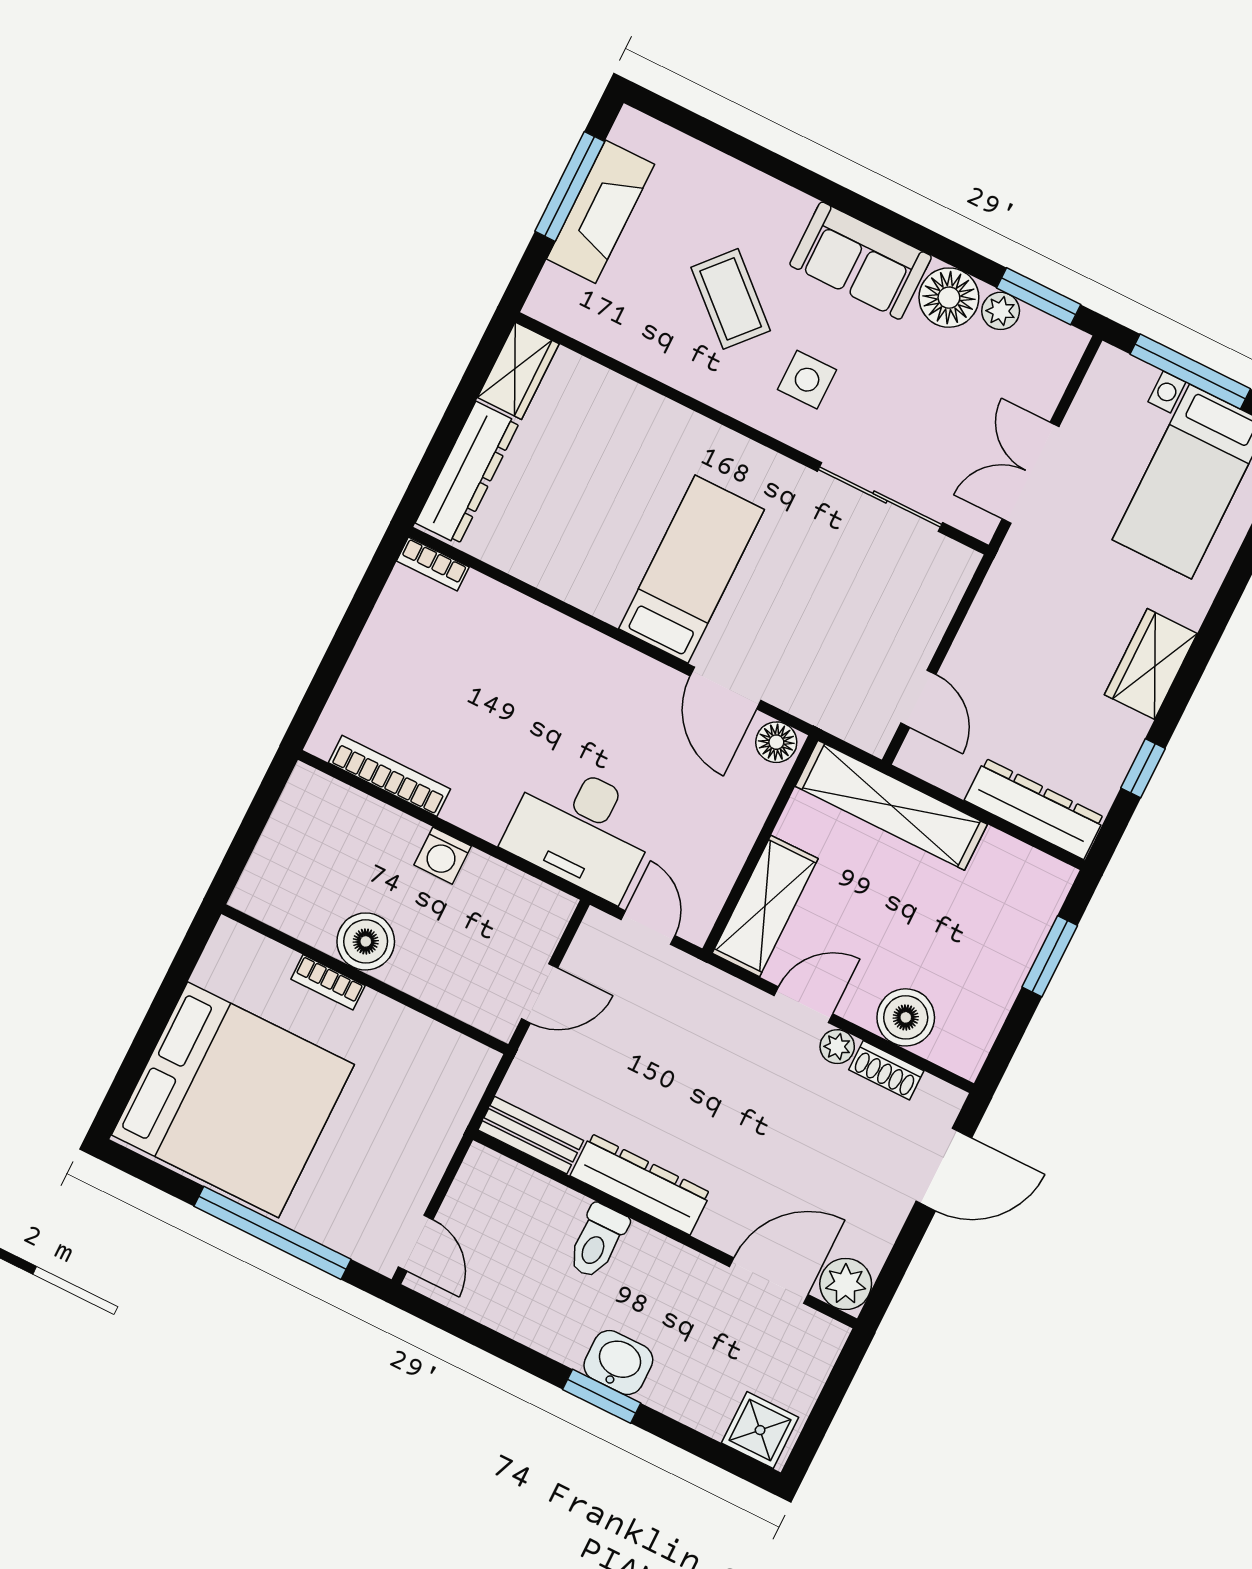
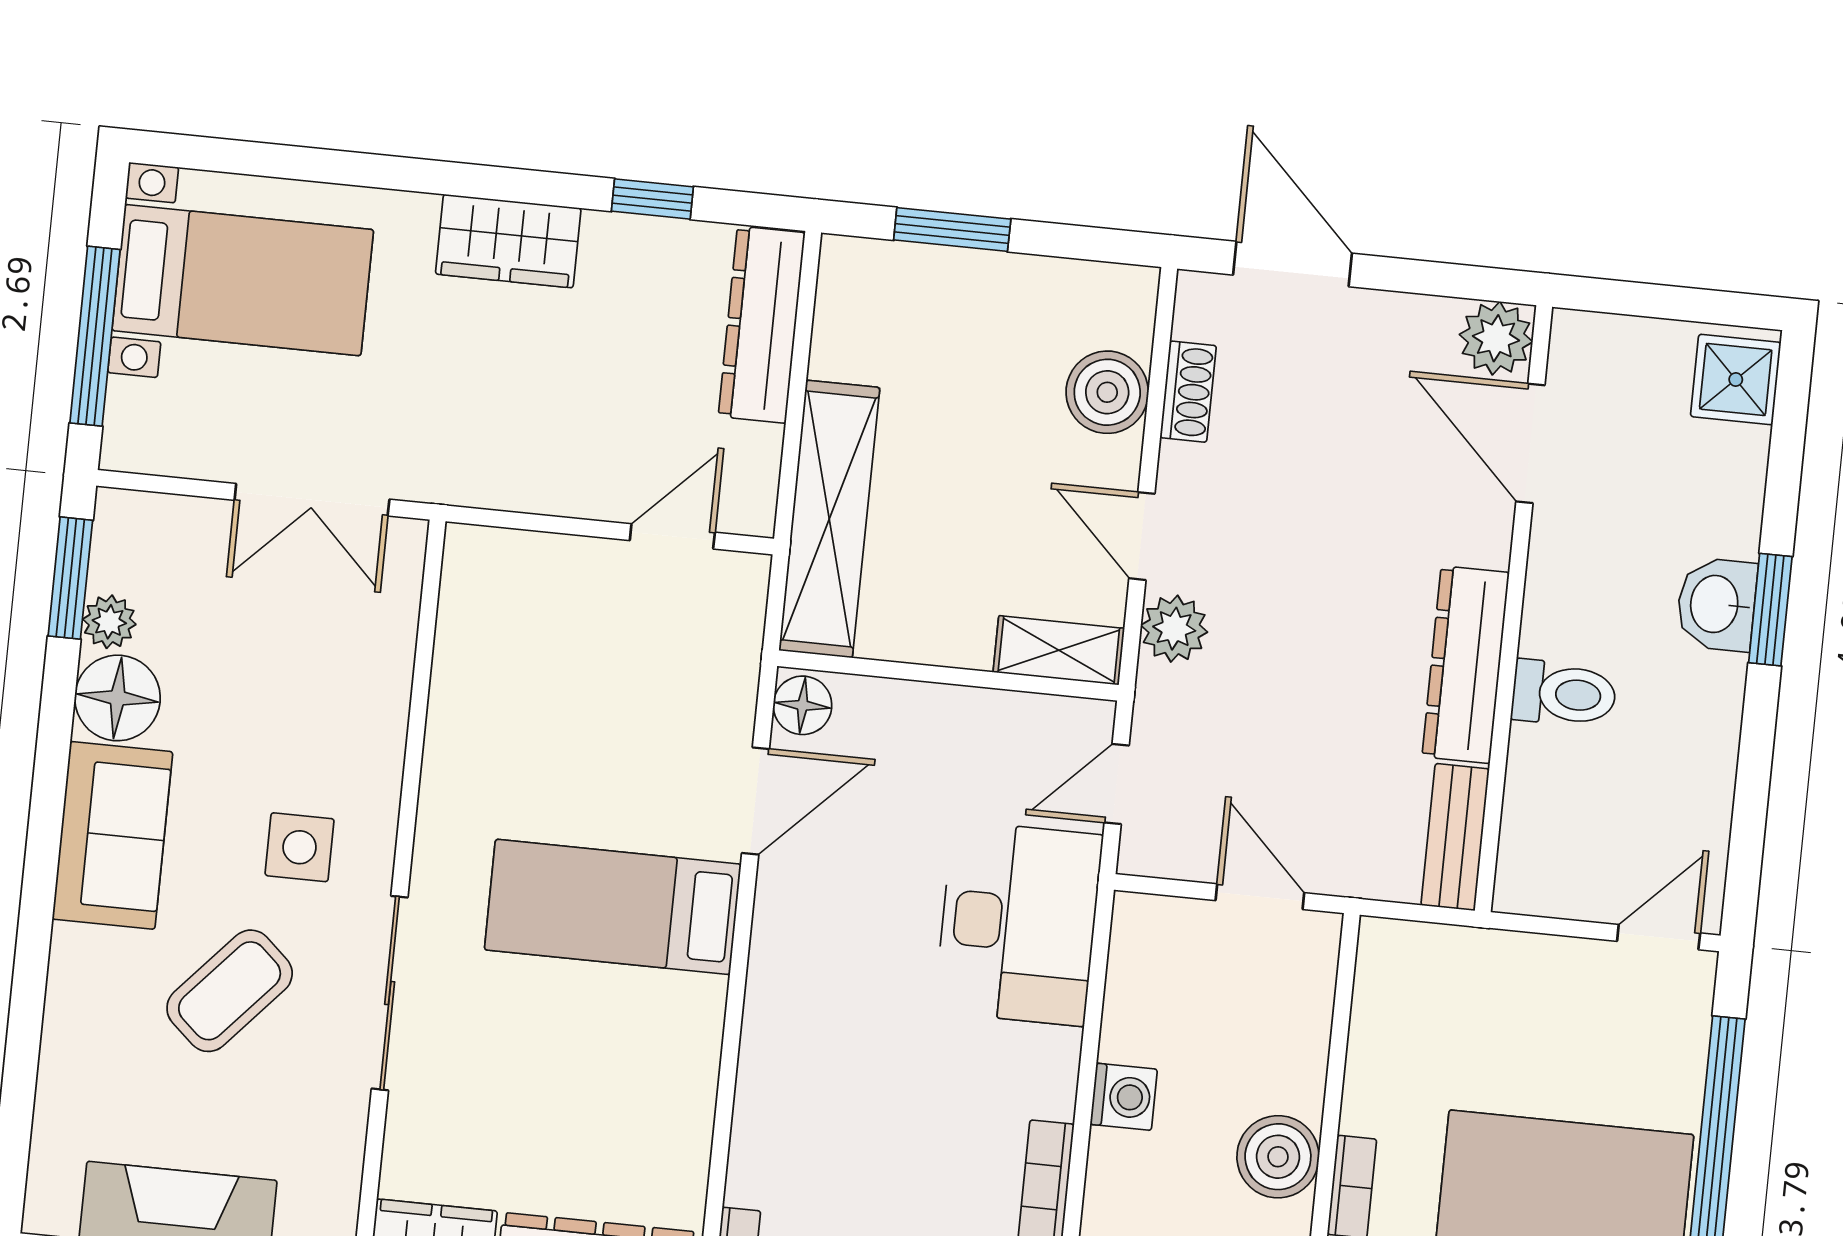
sliding door: (880, 497) -> (390, 993), moved
shelving: (765, 906) -> (1059, 650), width x0.67, depth x0.75
plant: (837, 1047) -> (1174, 629), moved, width x1.38, depth x1.38

